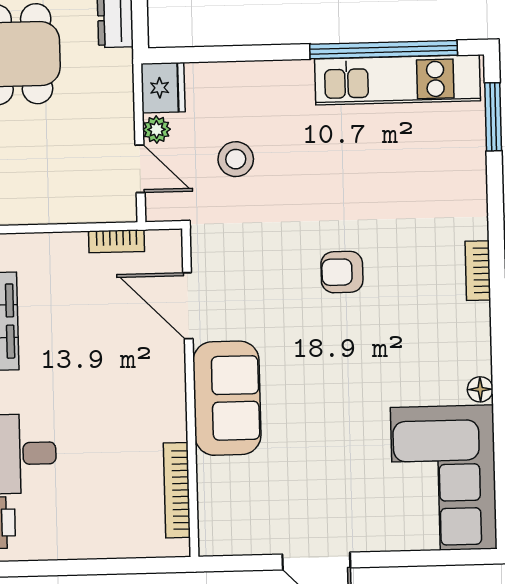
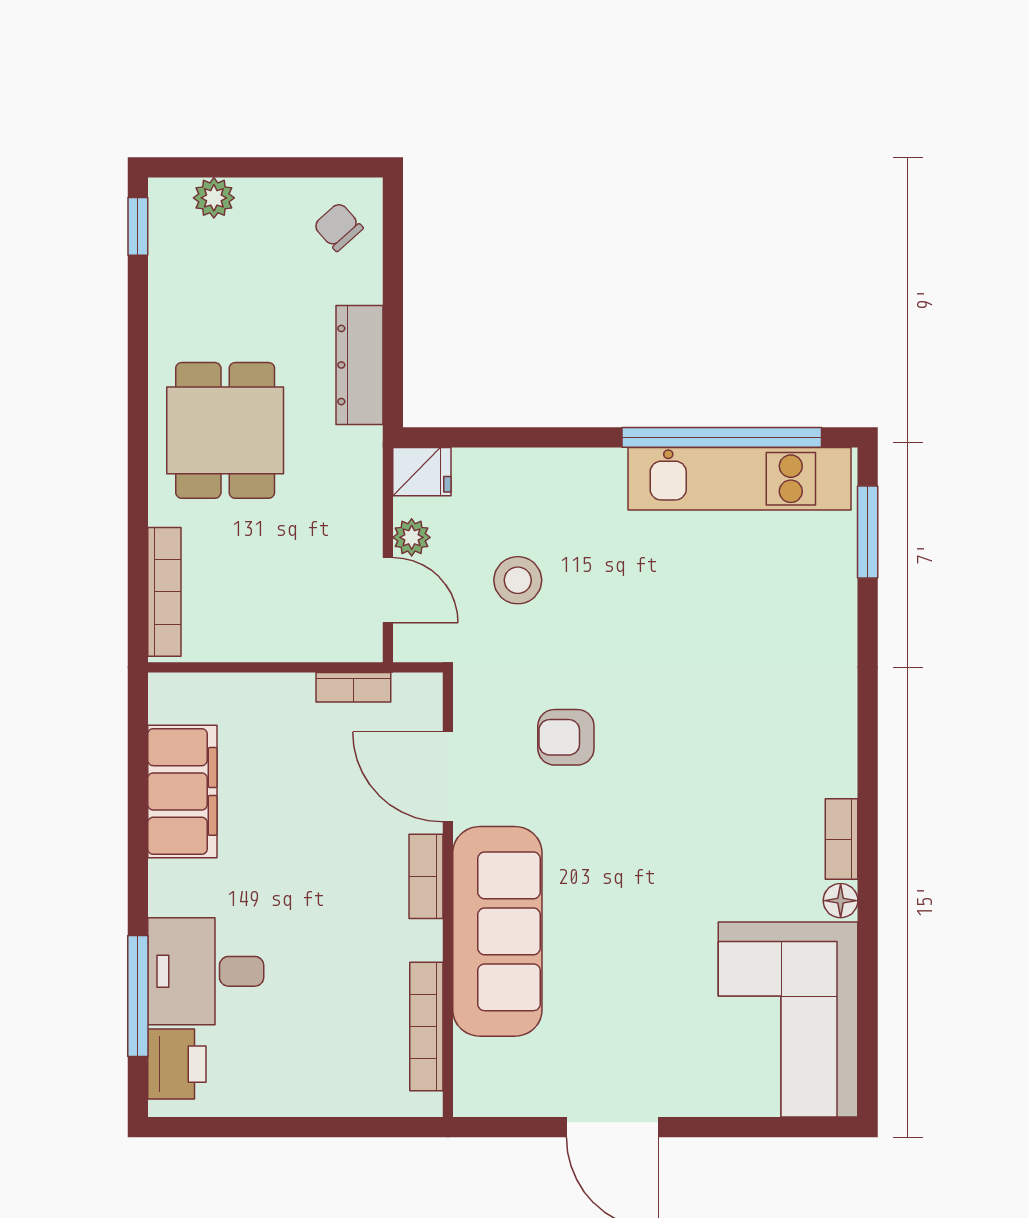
fridge: (163, 88) -> (422, 472), width x0.72
bookcase: (478, 271) -> (842, 839), moved
armchair: (342, 272) -> (566, 737), moved
bookcase: (174, 379) -> (426, 876), added
sofa: (227, 398) -> (497, 931), width x1.36

